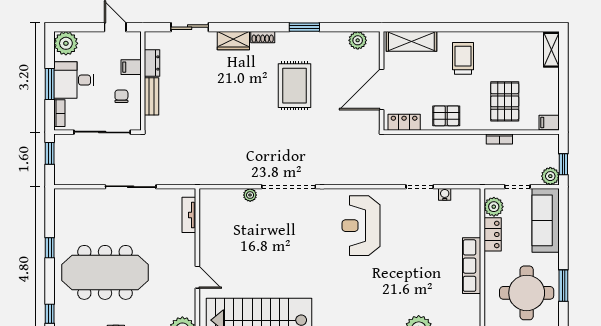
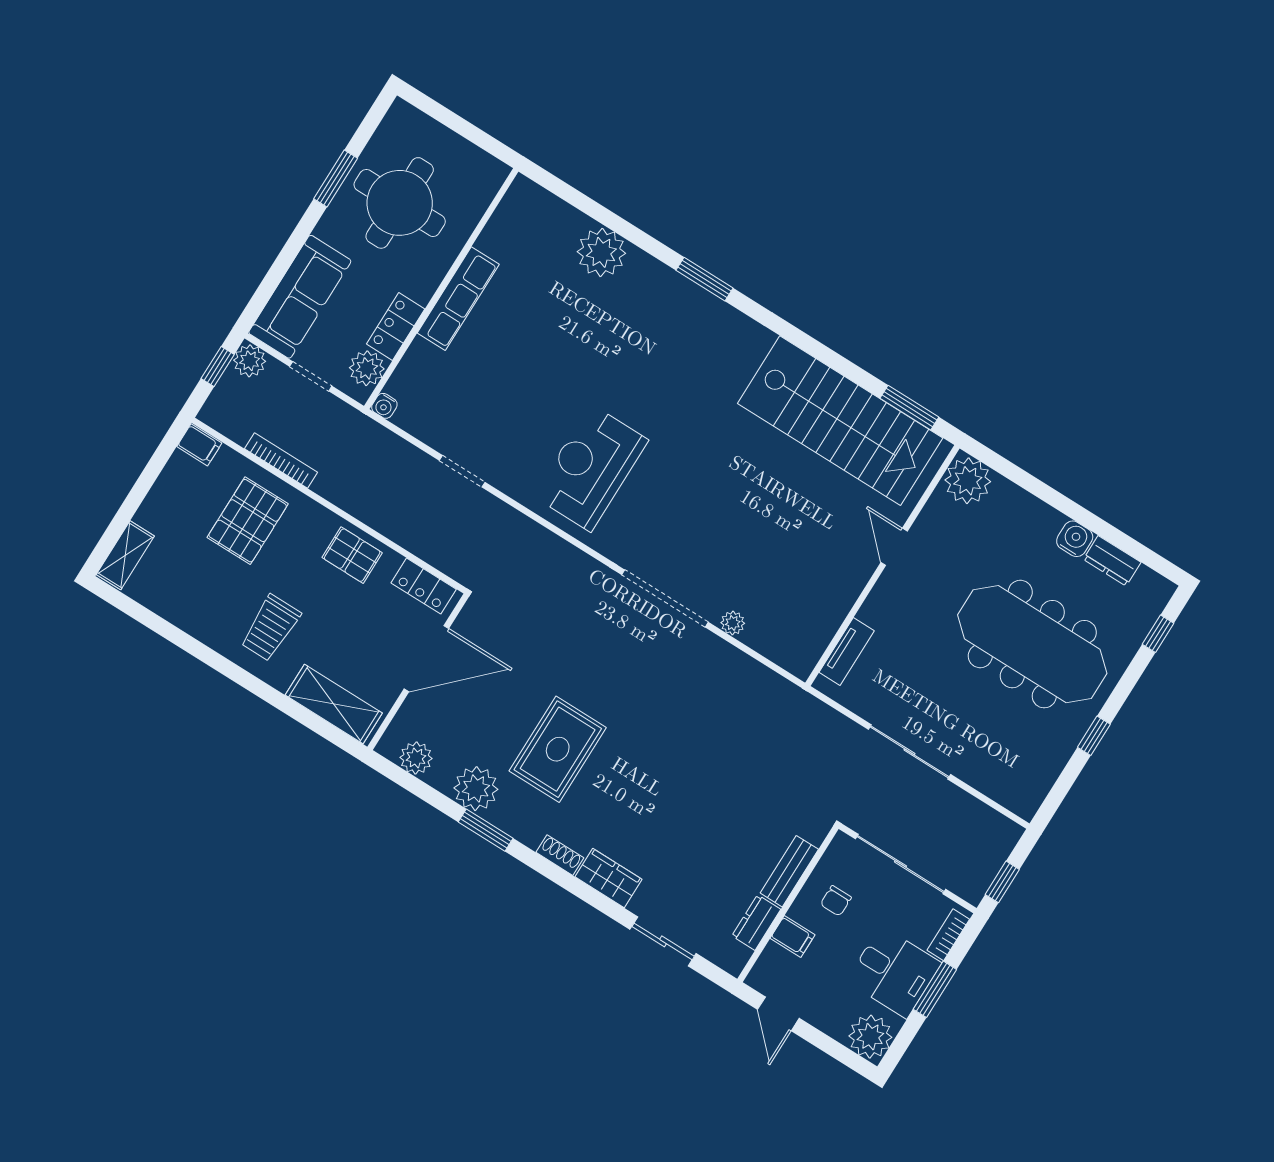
plant: (321, 44) -> (476, 789), added
bookcase: (499, 139) -> (281, 460), width x1.56
water cooler: (445, 194) -> (384, 406), moved
reception desk: (361, 226) -> (591, 468), turned 180

